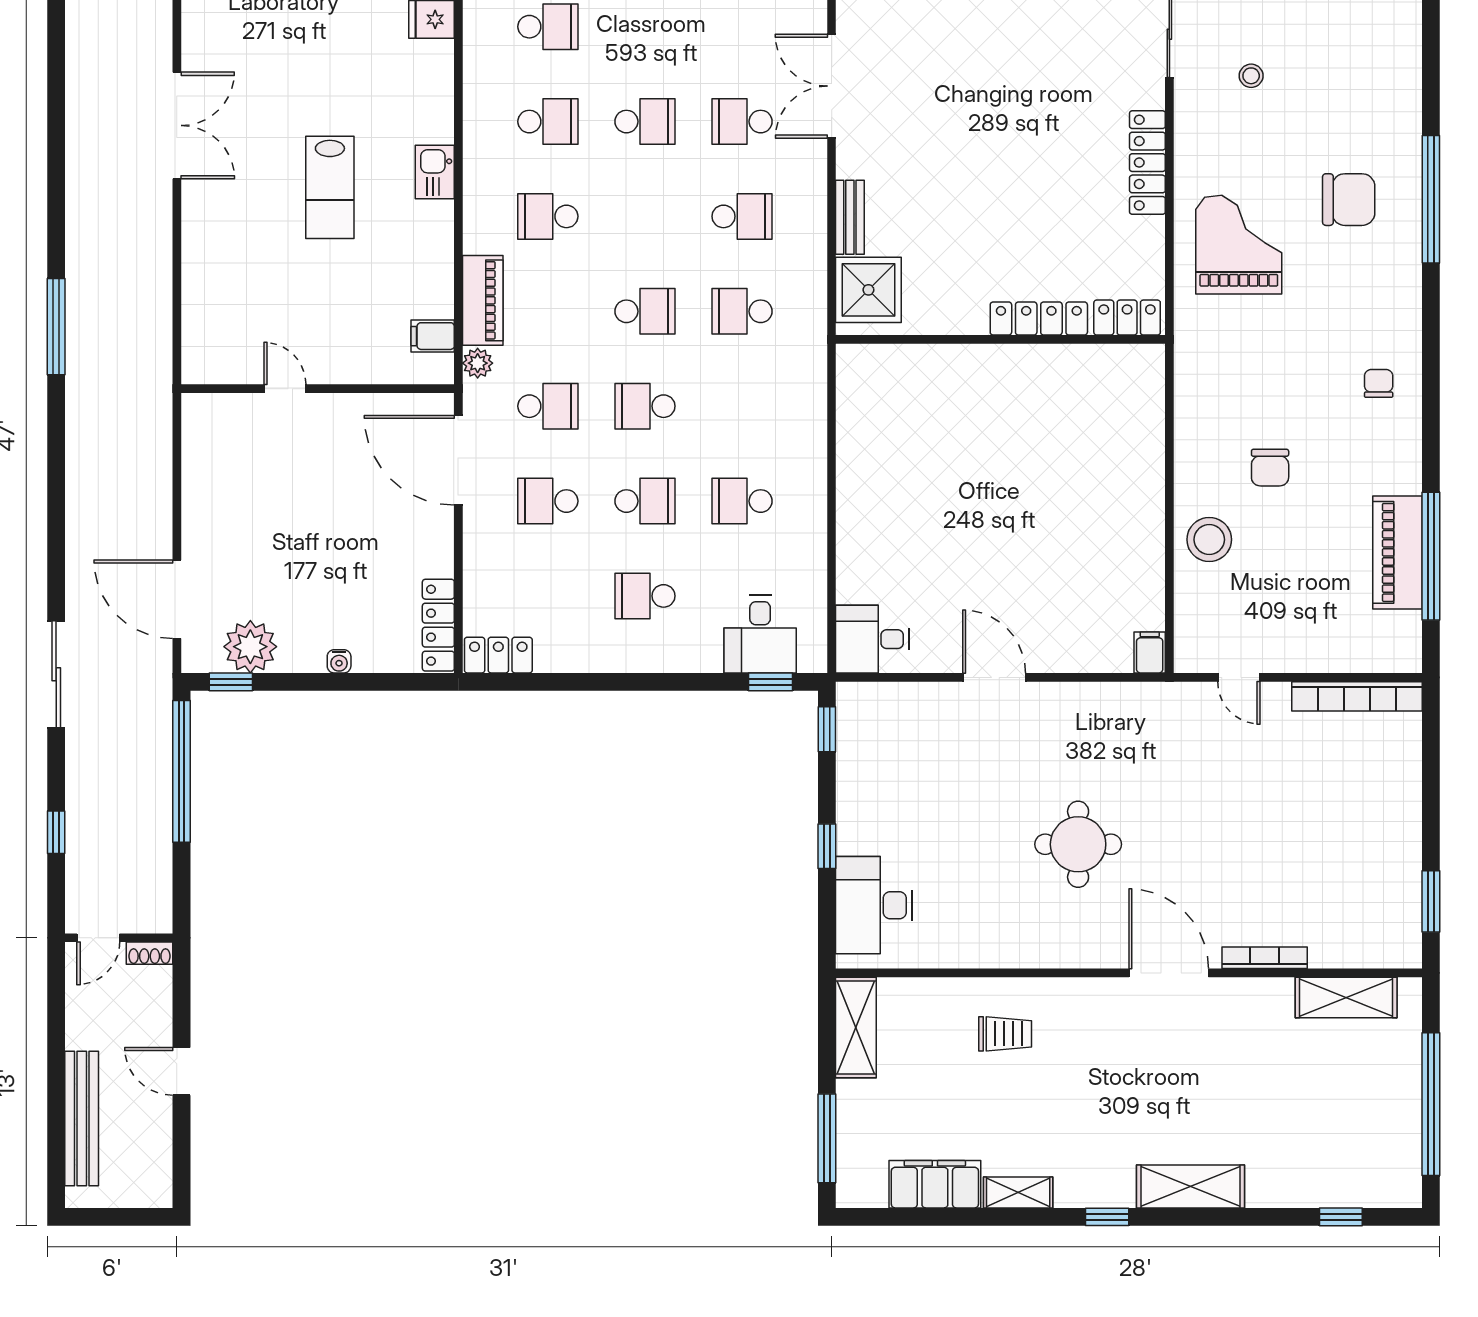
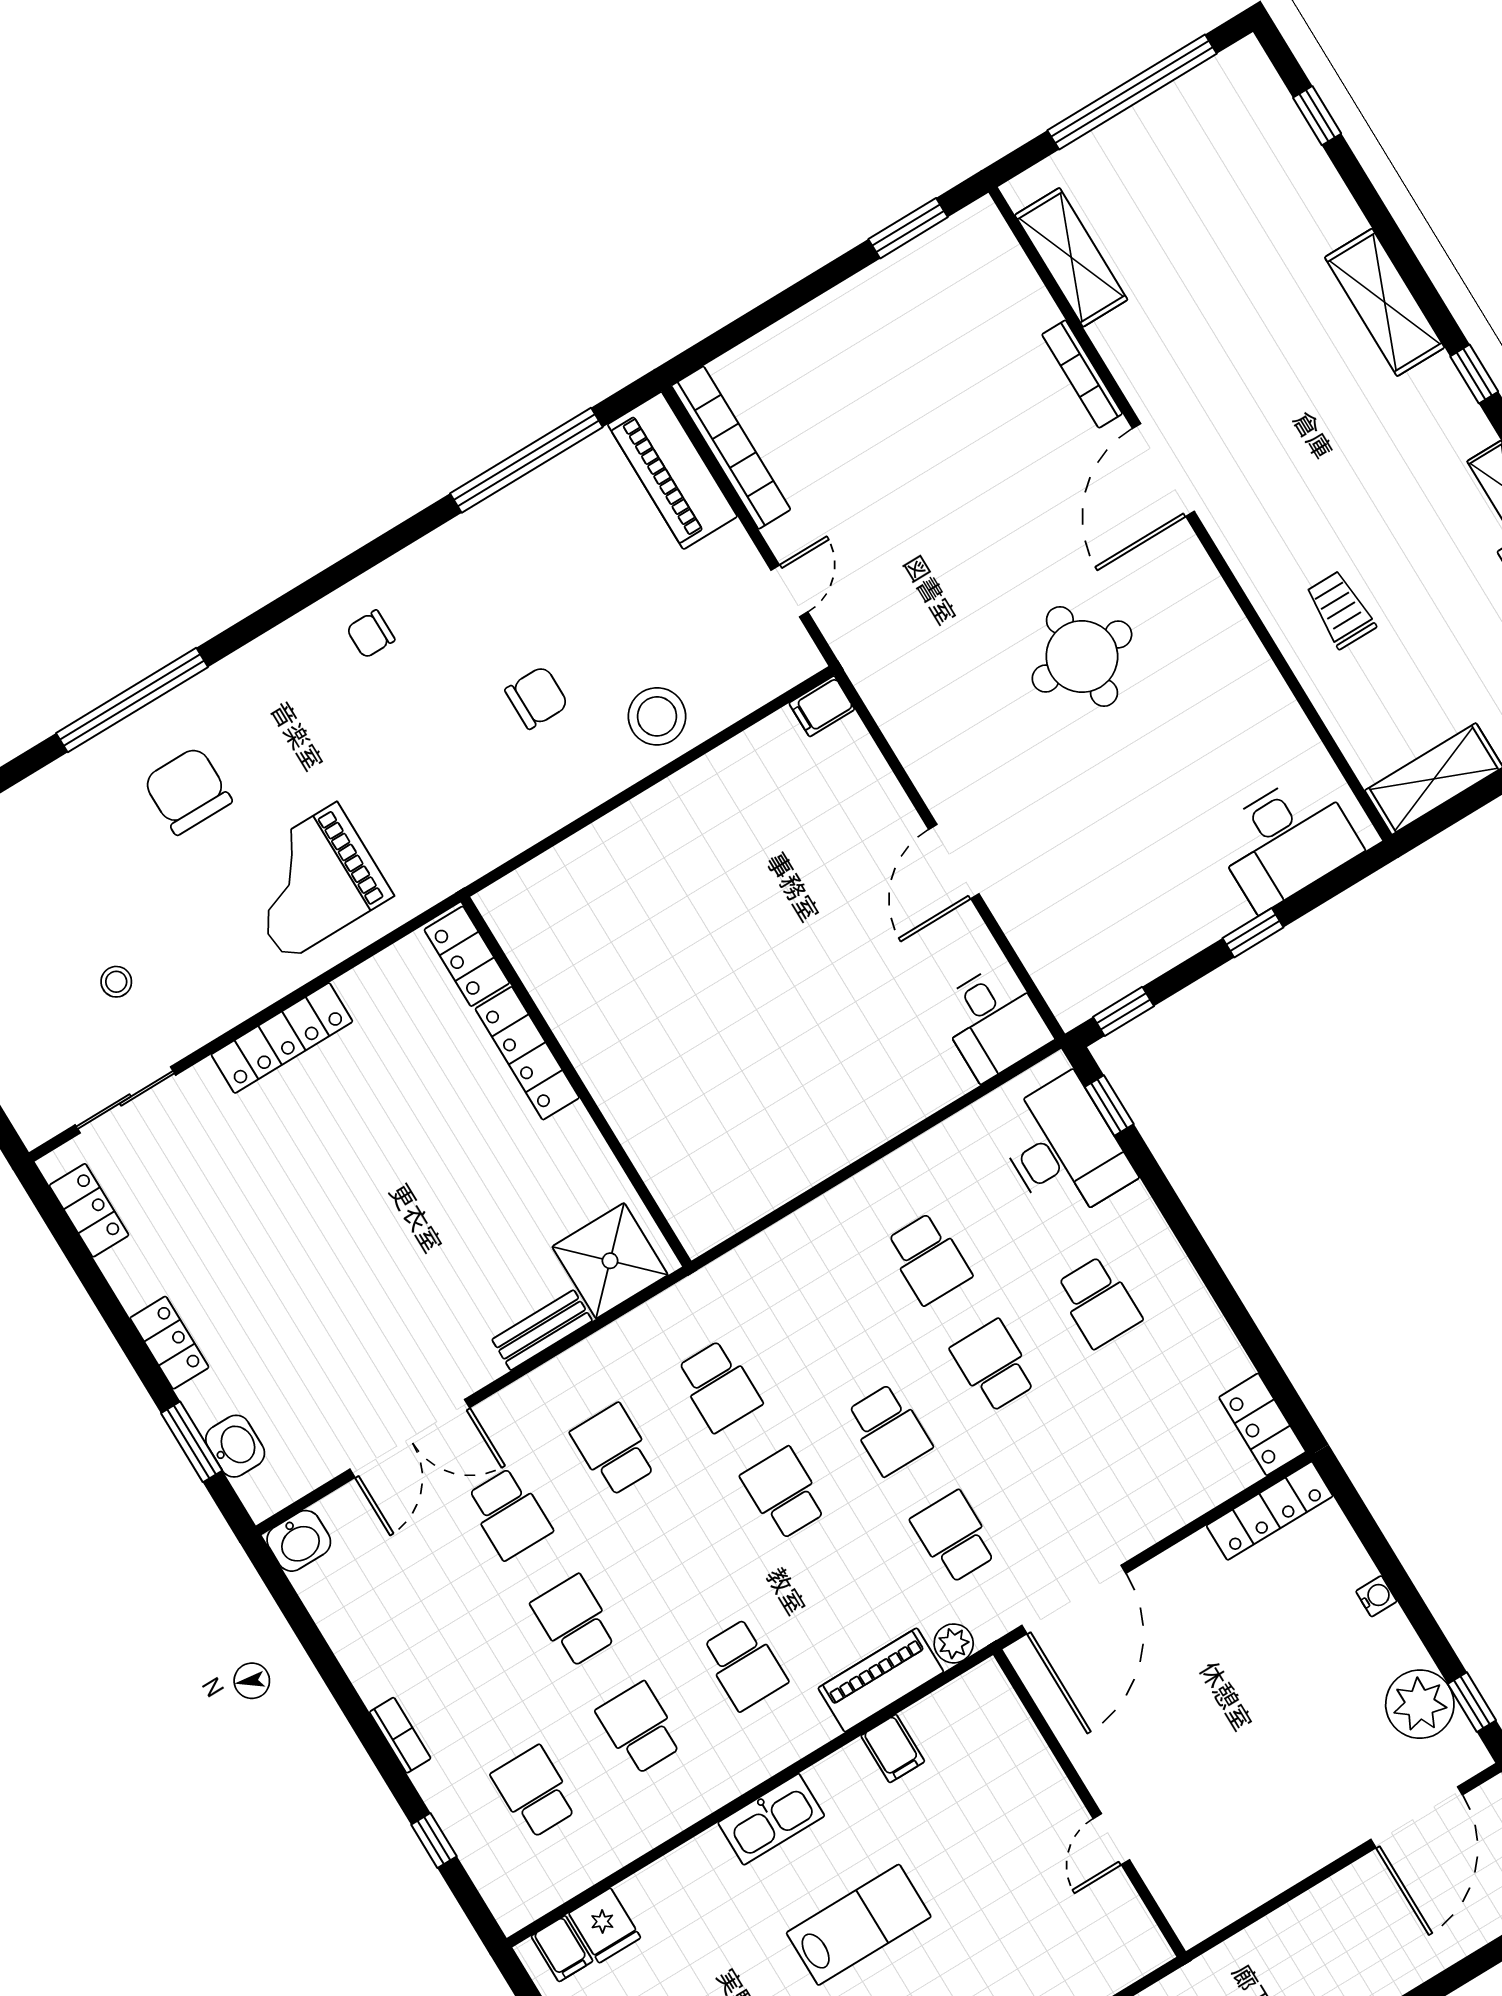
kitchen sink: (435, 172) -> (771, 1819), width x1.38
filing cabinet: (433, 336) -> (893, 1749), moved
school desk: (548, 501) -> (1059, 1473), removed
piano: (1397, 552) -> (672, 471), moved, turned 90
desk: (760, 634) -> (1064, 1149), width x1.37

